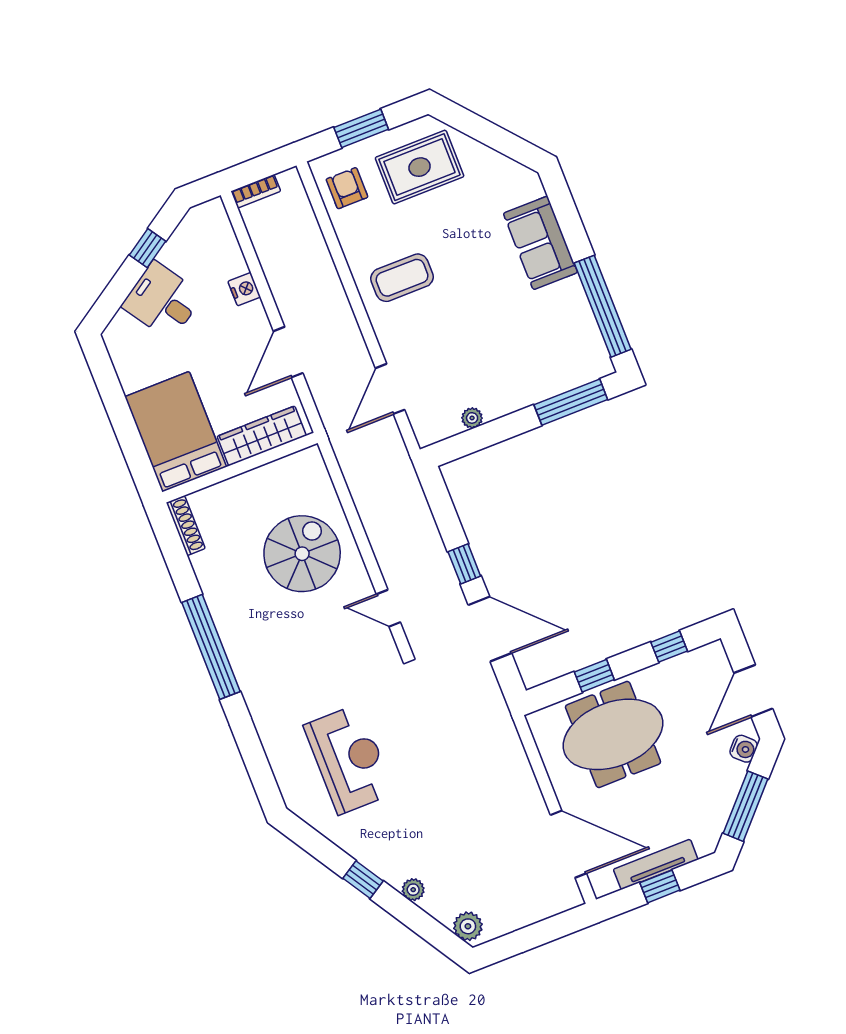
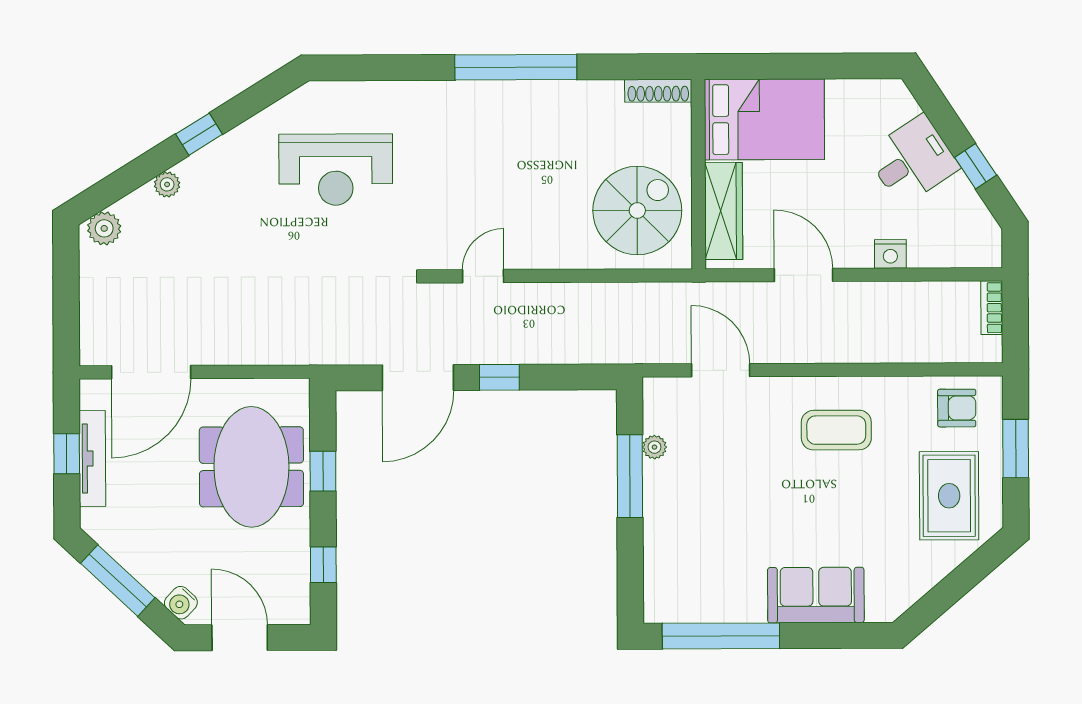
coffee table: (402, 278) -> (836, 430), turned 90
window: (571, 402) -> (630, 476), moved
spiral stairs: (302, 554) -> (637, 211), moved, turned -90

